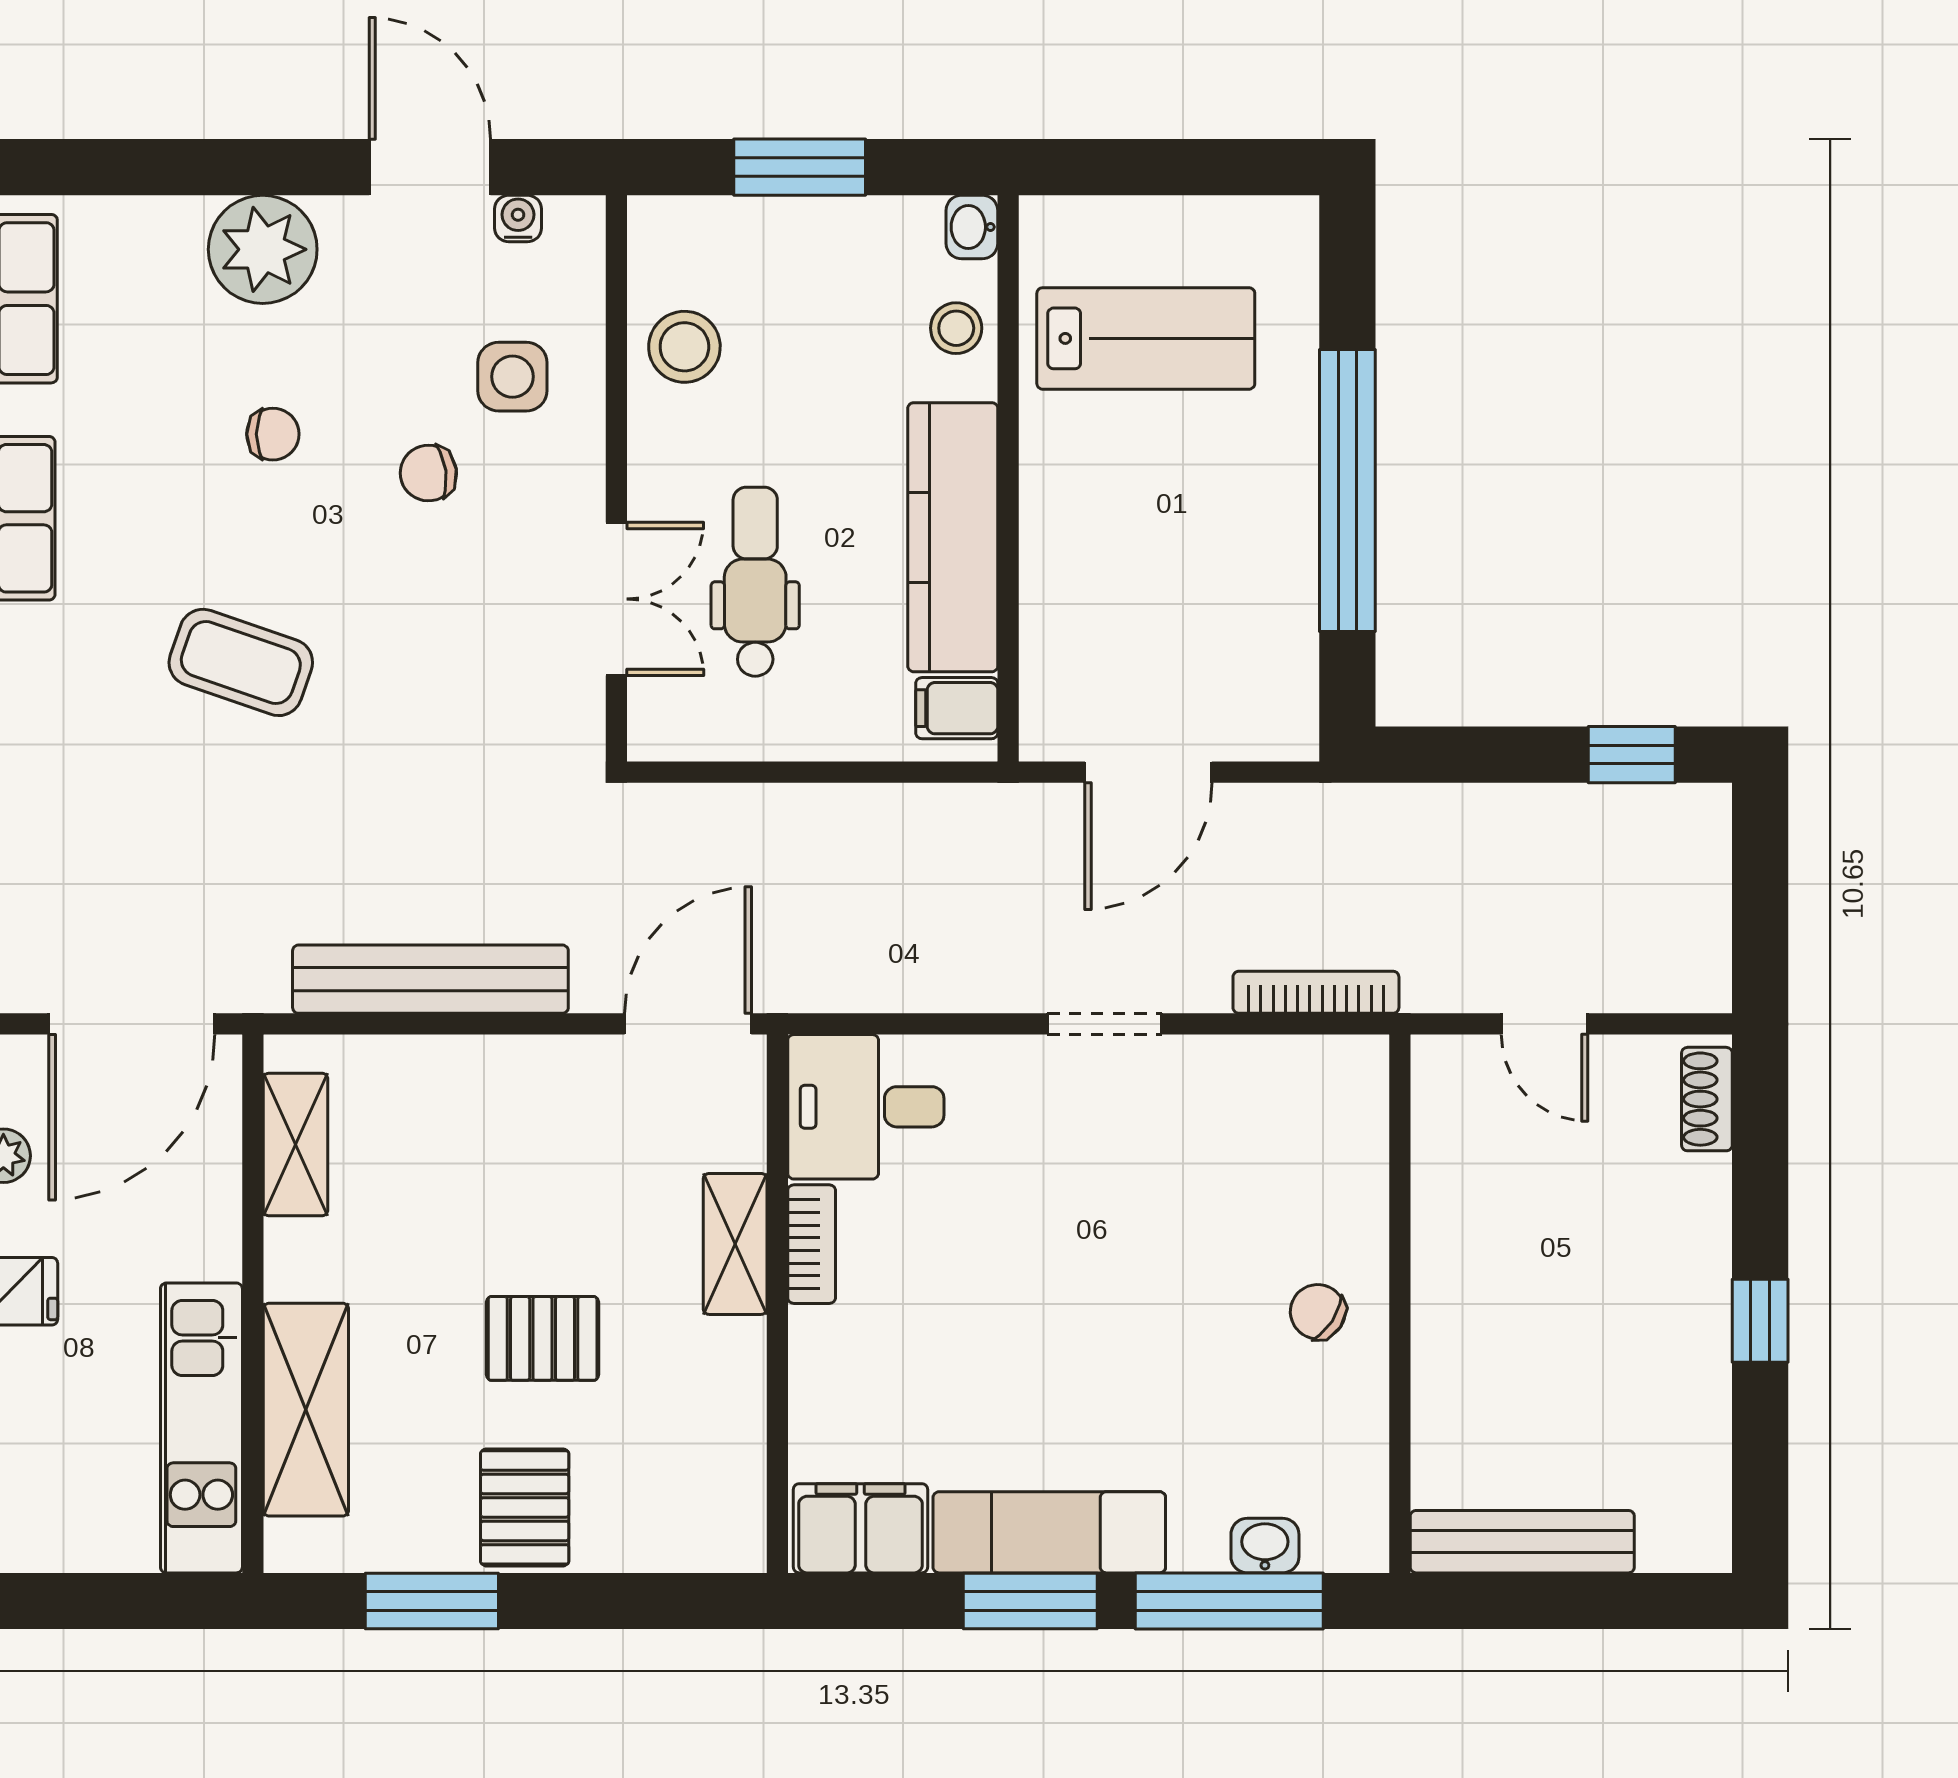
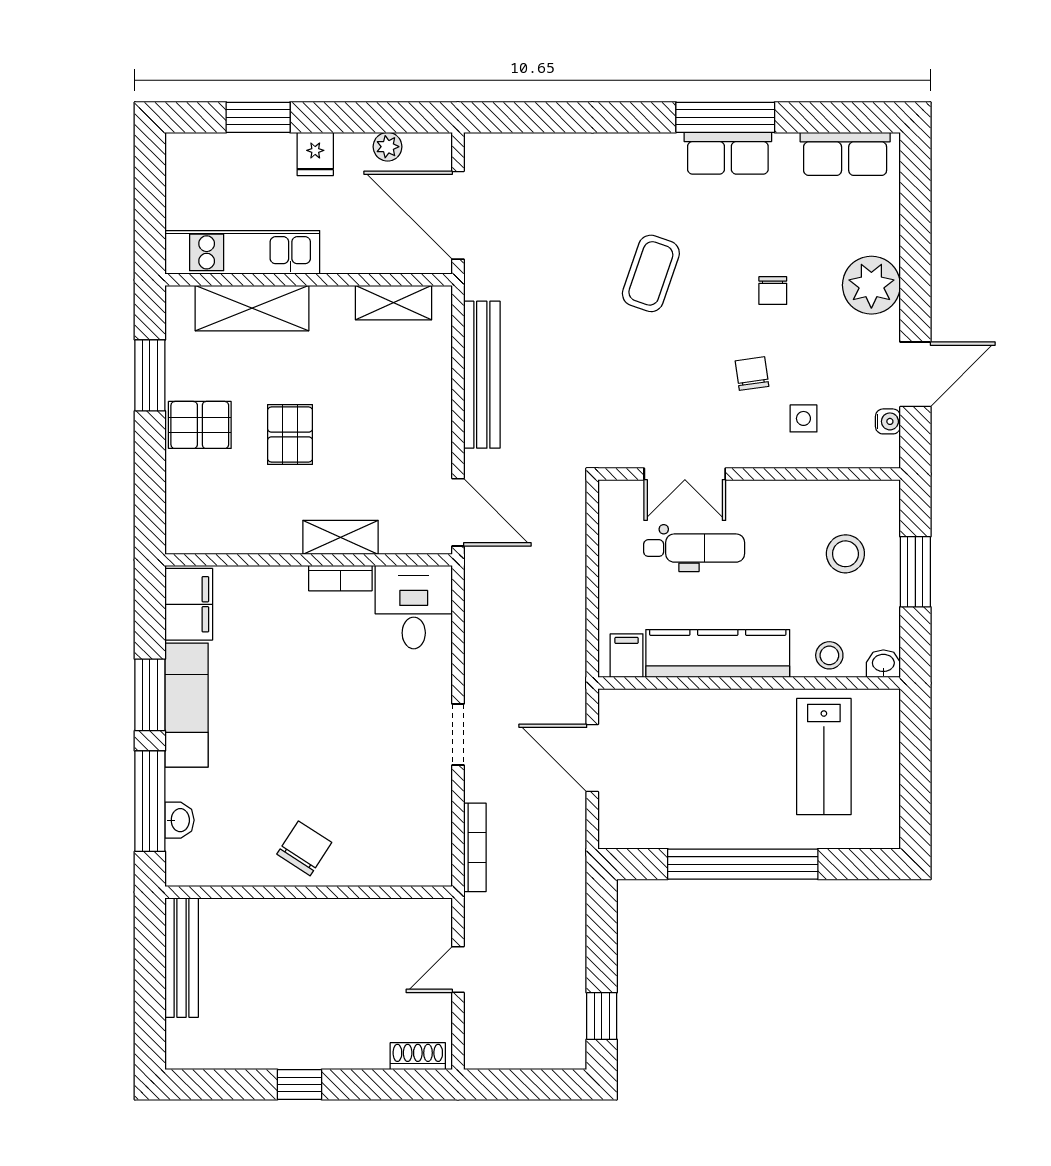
stool: (684, 347) -> (845, 554), moved
side table: (512, 377) -> (803, 418), width x0.73, depth x0.73
chair: (1318, 1312) -> (304, 848), width x1.37, depth x1.37

